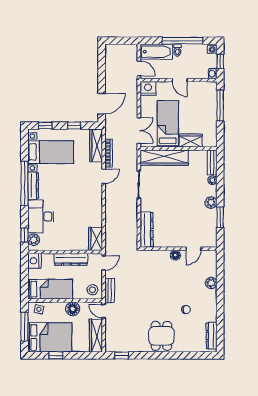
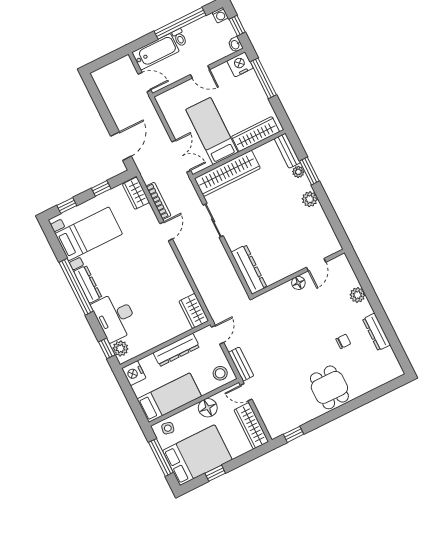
nightstand: (148, 88) -> (240, 64), moved
wardrobe: (191, 141) -> (256, 134), width x1.50
wardrobe: (96, 146) -> (136, 193), width x0.67
window: (220, 217) -> (309, 171), moved
dresser: (212, 336) -> (377, 332), moved

